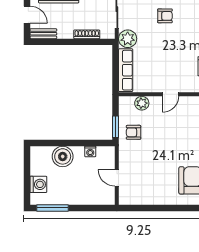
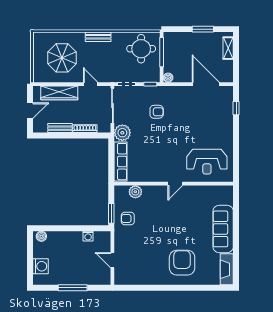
door: (27, 15) -> (30, 111), hinge flipped
bench: (43, 34) -> (60, 128), moved
door: (170, 94) -> (175, 184), moved
boiler: (63, 156) -> (41, 236), moved, width x0.54, depth x0.54
window: (52, 208) -> (73, 288), moved

